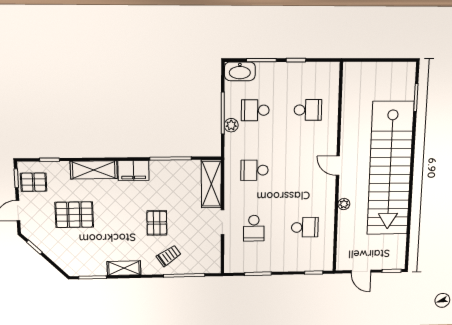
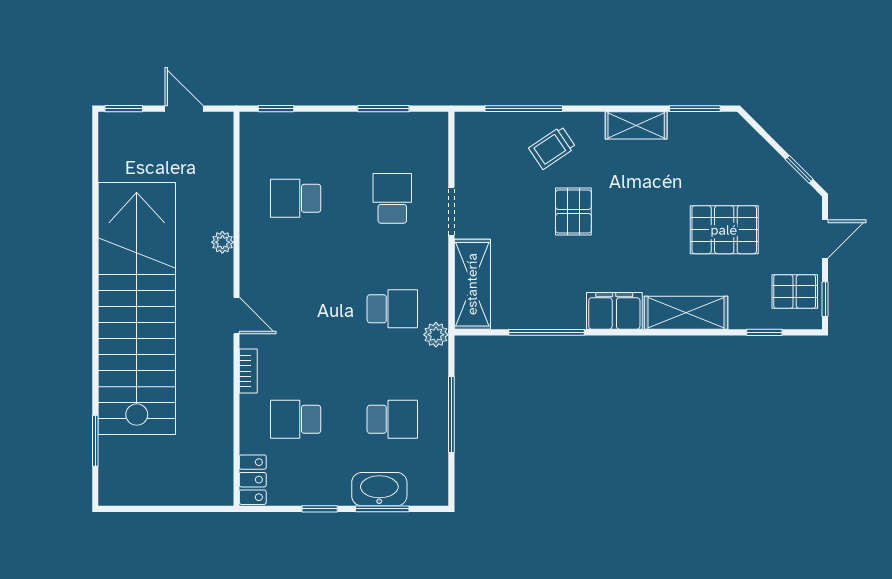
washbasin: (240, 71) -> (379, 489), moved
locker: (332, 76) -> (253, 480), added
plant: (231, 125) -> (436, 335), moved
bookcase: (333, 136) -> (248, 371), added

